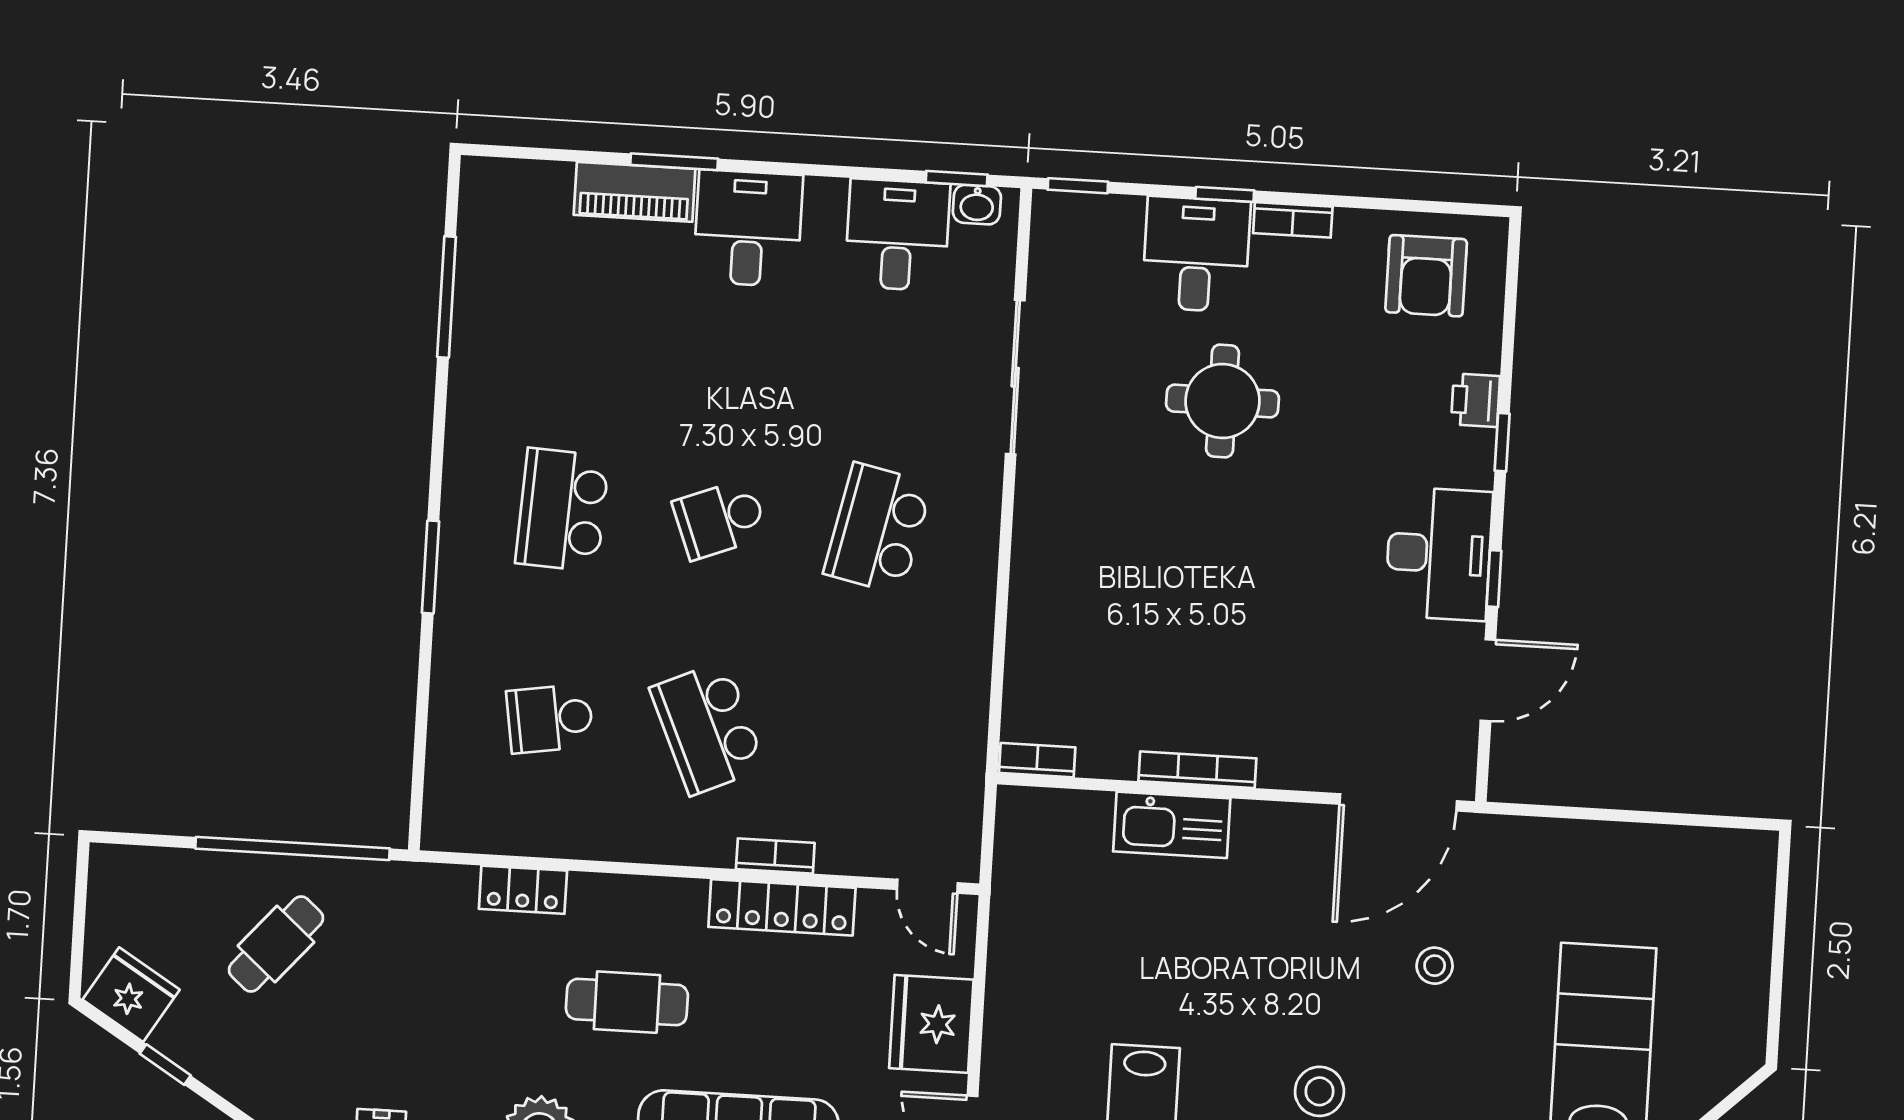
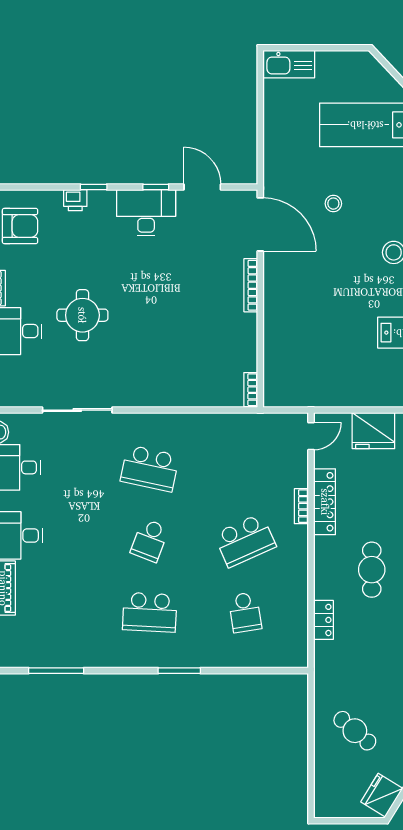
school desk: (720, 519) -> (150, 540), turned 42
bookcase: (1197, 770) -> (251, 285), moved
kitchen sink: (1172, 825) -> (289, 64), moved, turned 90
window: (293, 848) -> (311, 726), removed

